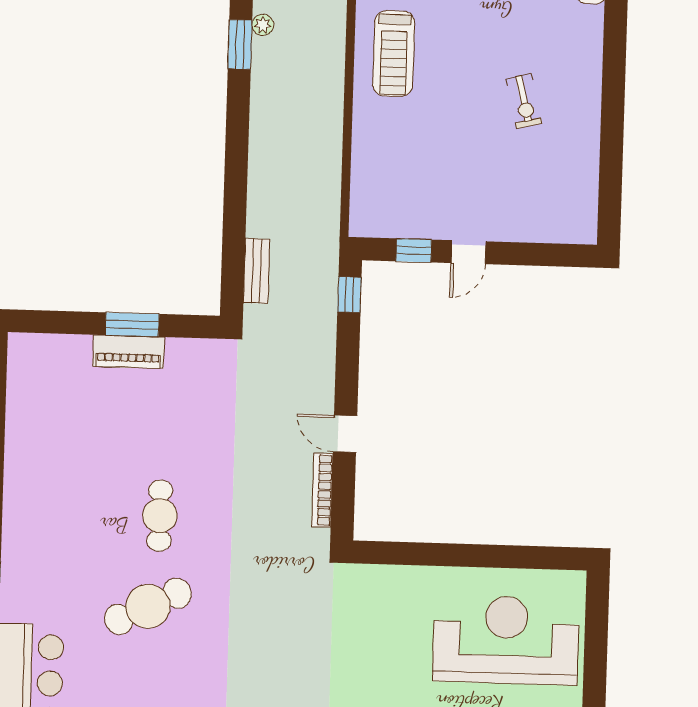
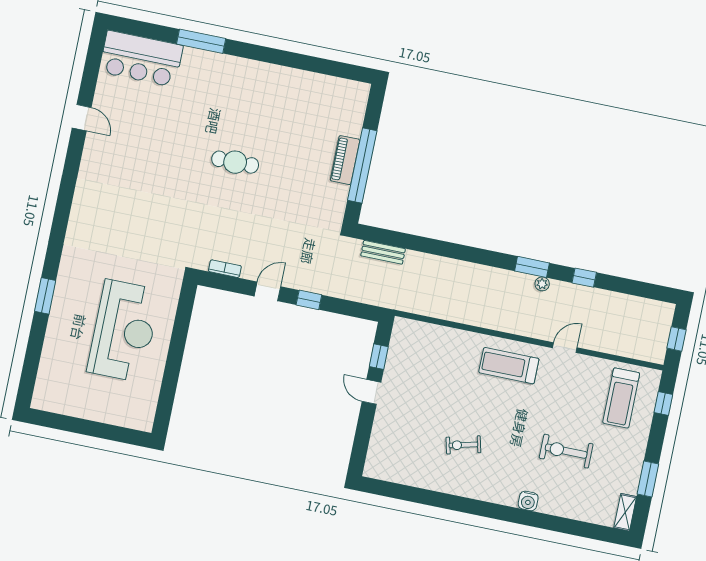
window: (349, 295) -> (309, 300), moved
window: (132, 325) -> (362, 165), width x2.11
bookcase: (322, 490) -> (225, 269), width x0.64
cafe table: (148, 606) -> (178, 144), removed
reception desk: (506, 640) -> (124, 331), moved

